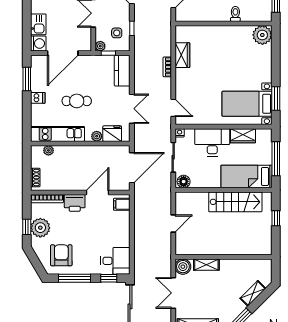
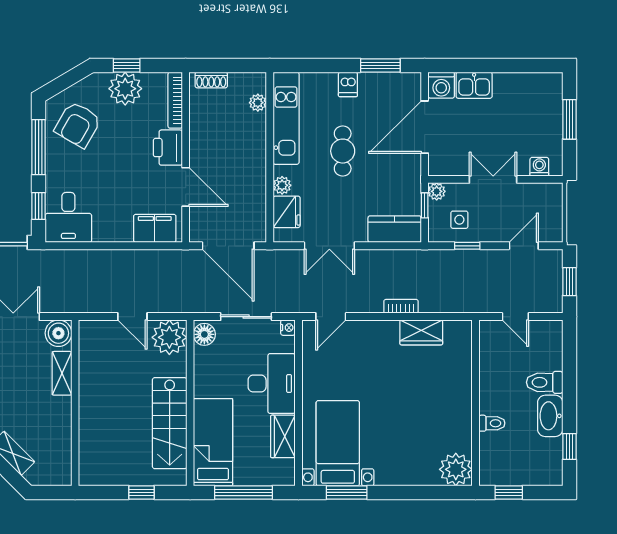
door: (63, 53) -> (425, 127), hinge flipped
plant: (185, 202) -> (169, 337), added
filing cabinet: (122, 204) -> (155, 228), width x2.00
armchair: (61, 255) -> (78, 125), turned 120

